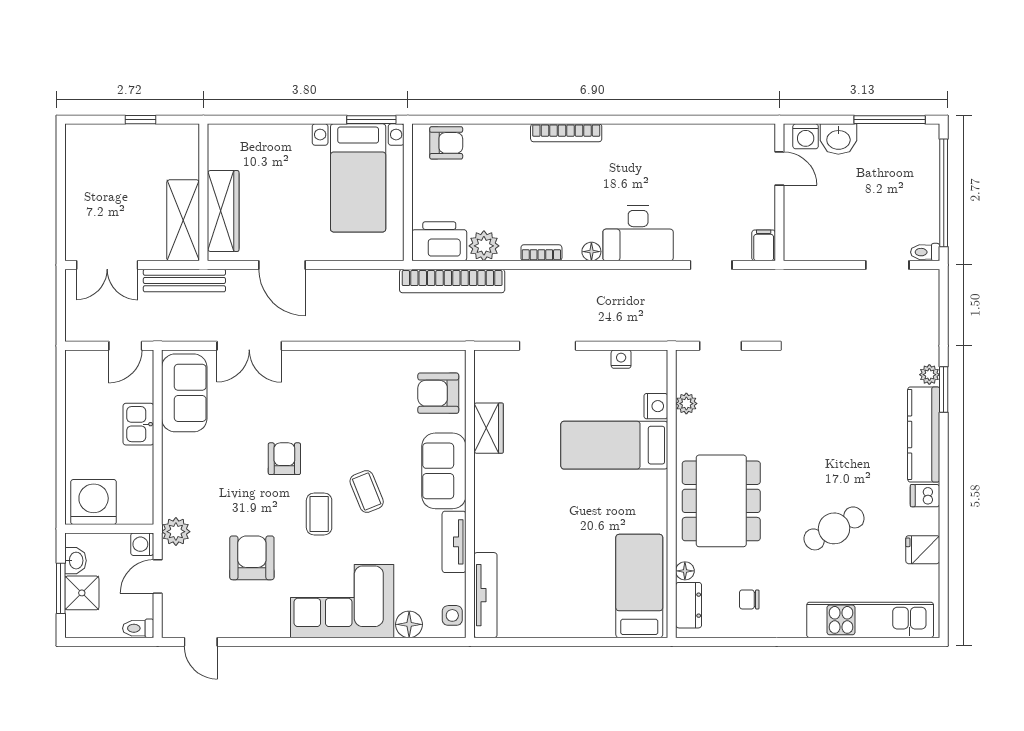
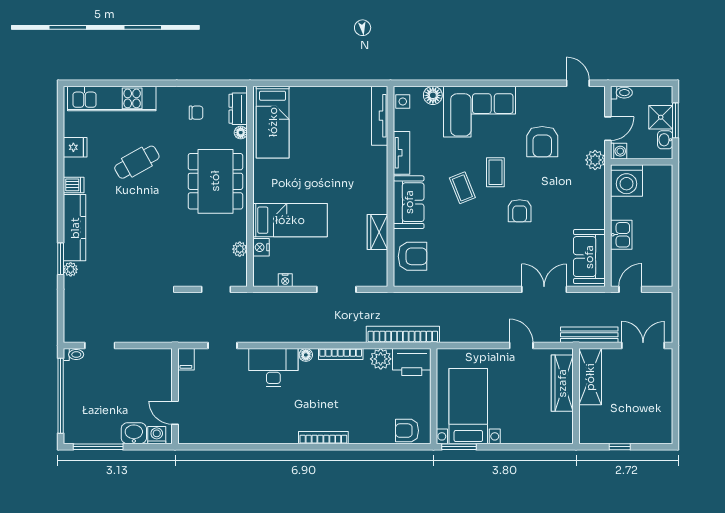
bookcase: (541, 253) -> (341, 354), width x1.56
door: (282, 265) -> (521, 346), width x0.73
washing machine: (94, 502) -> (627, 181), moved

